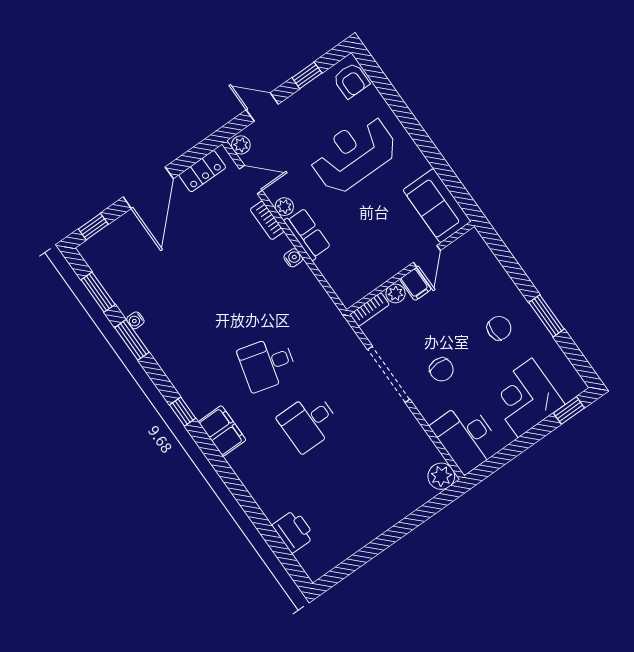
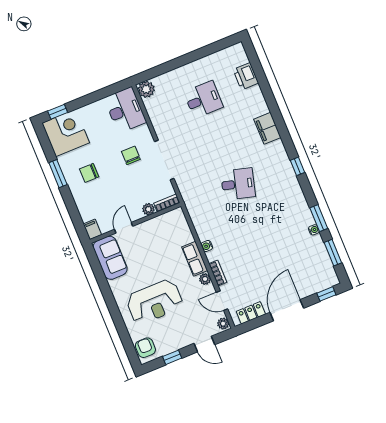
filing cabinet: (415, 284) -> (92, 229), moved
corner desk: (525, 398) -> (66, 133), moved, turned -90
desk: (309, 422) -> (203, 100), moved
filing cabinet: (222, 431) -> (267, 128), moved

